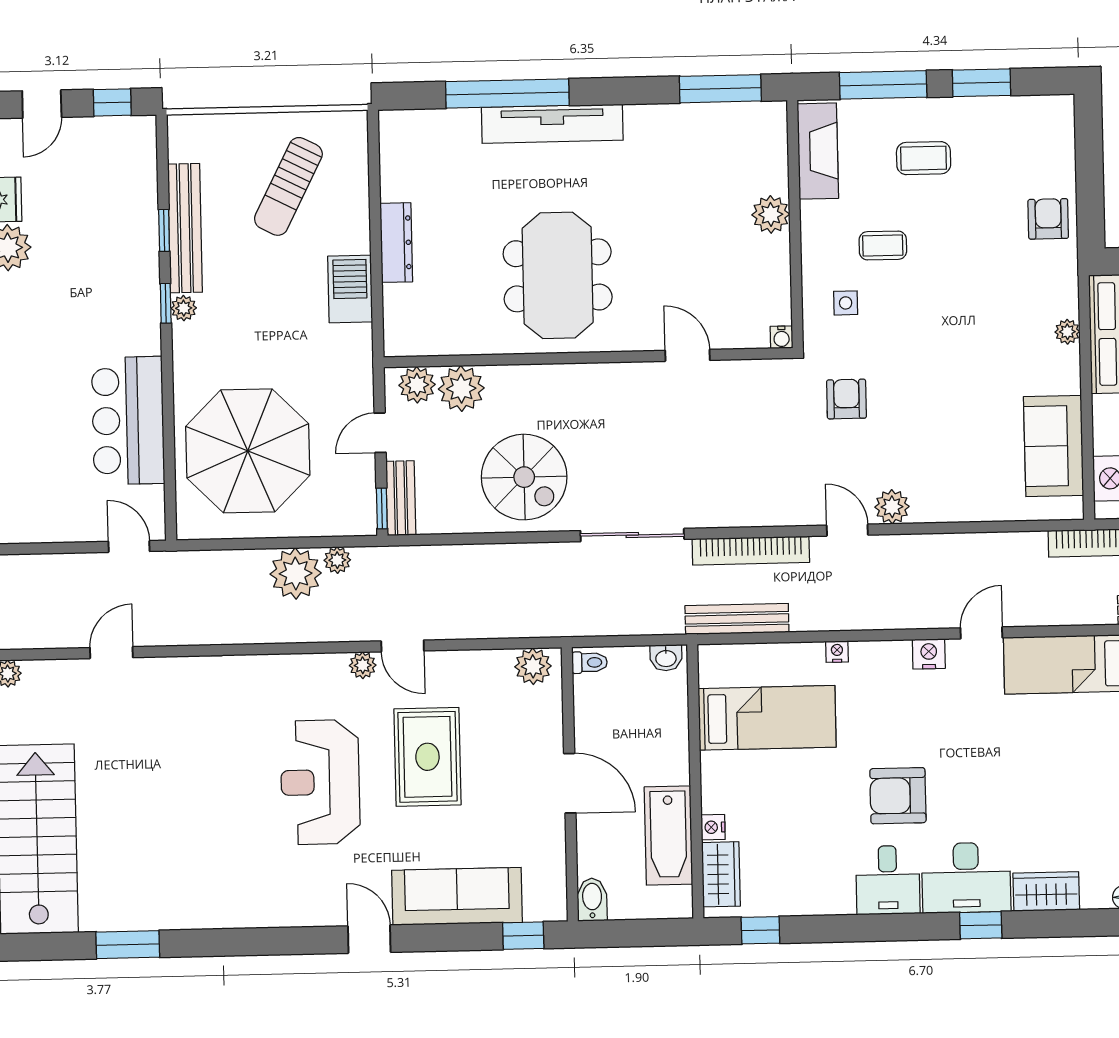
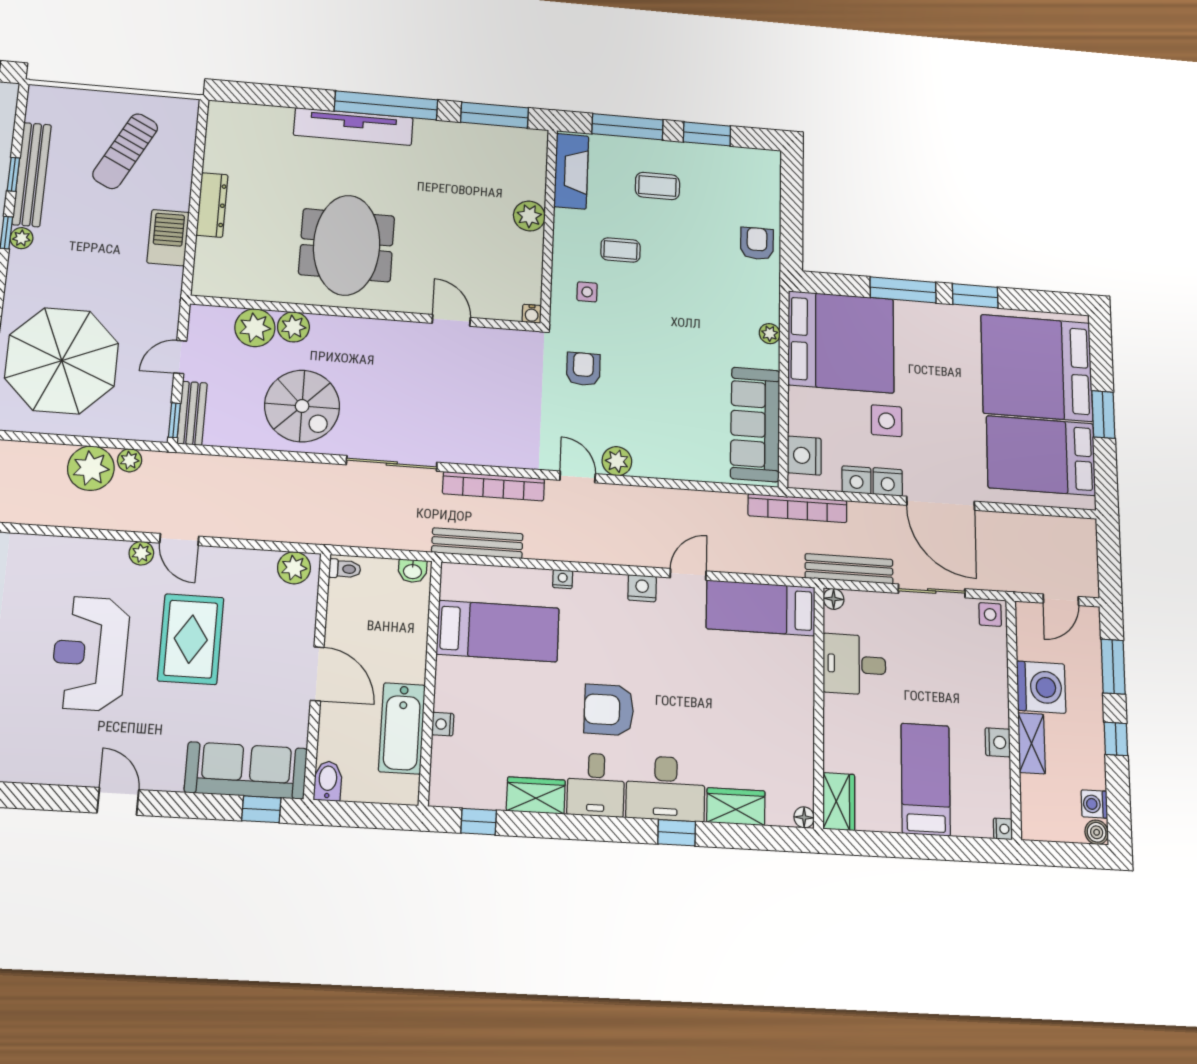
window: (507, 93) -> (386, 105), moved
plant: (417, 385) -> (293, 327), moved
sofa: (1054, 446) -> (755, 424), width x1.36
wardrobe: (721, 874) -> (536, 795), moved, turned -90
sofa: (457, 896) -> (246, 770), moved

